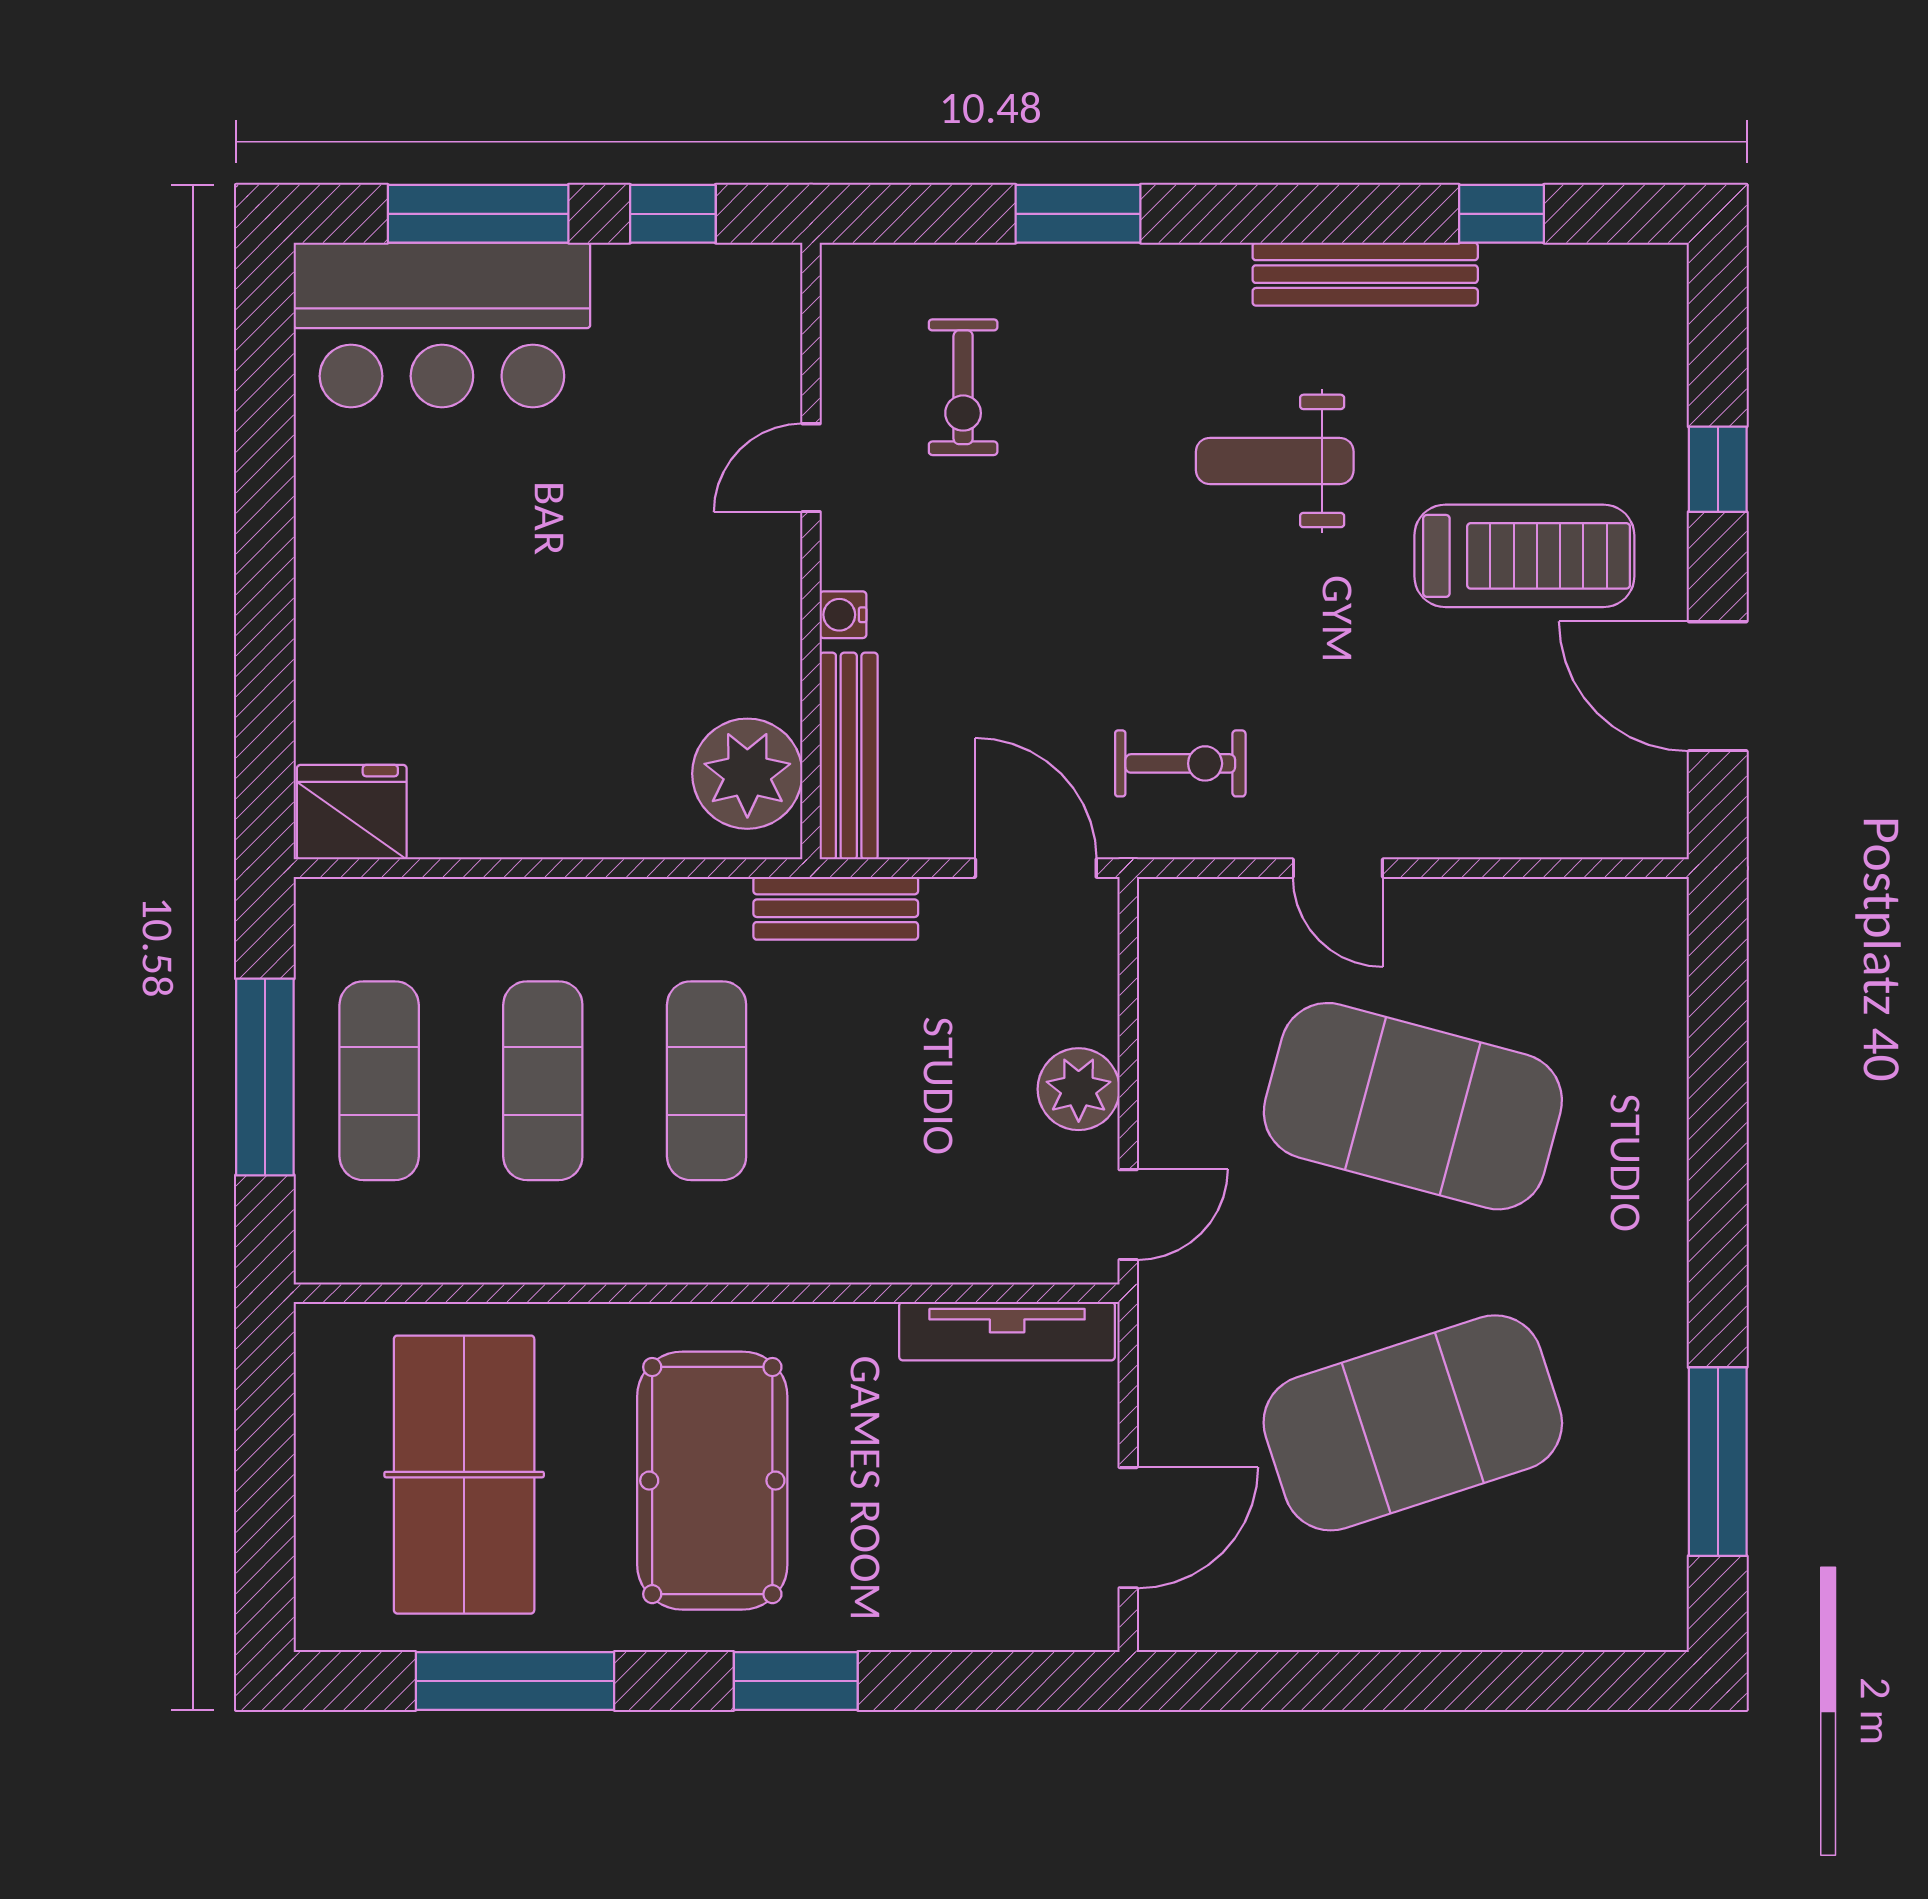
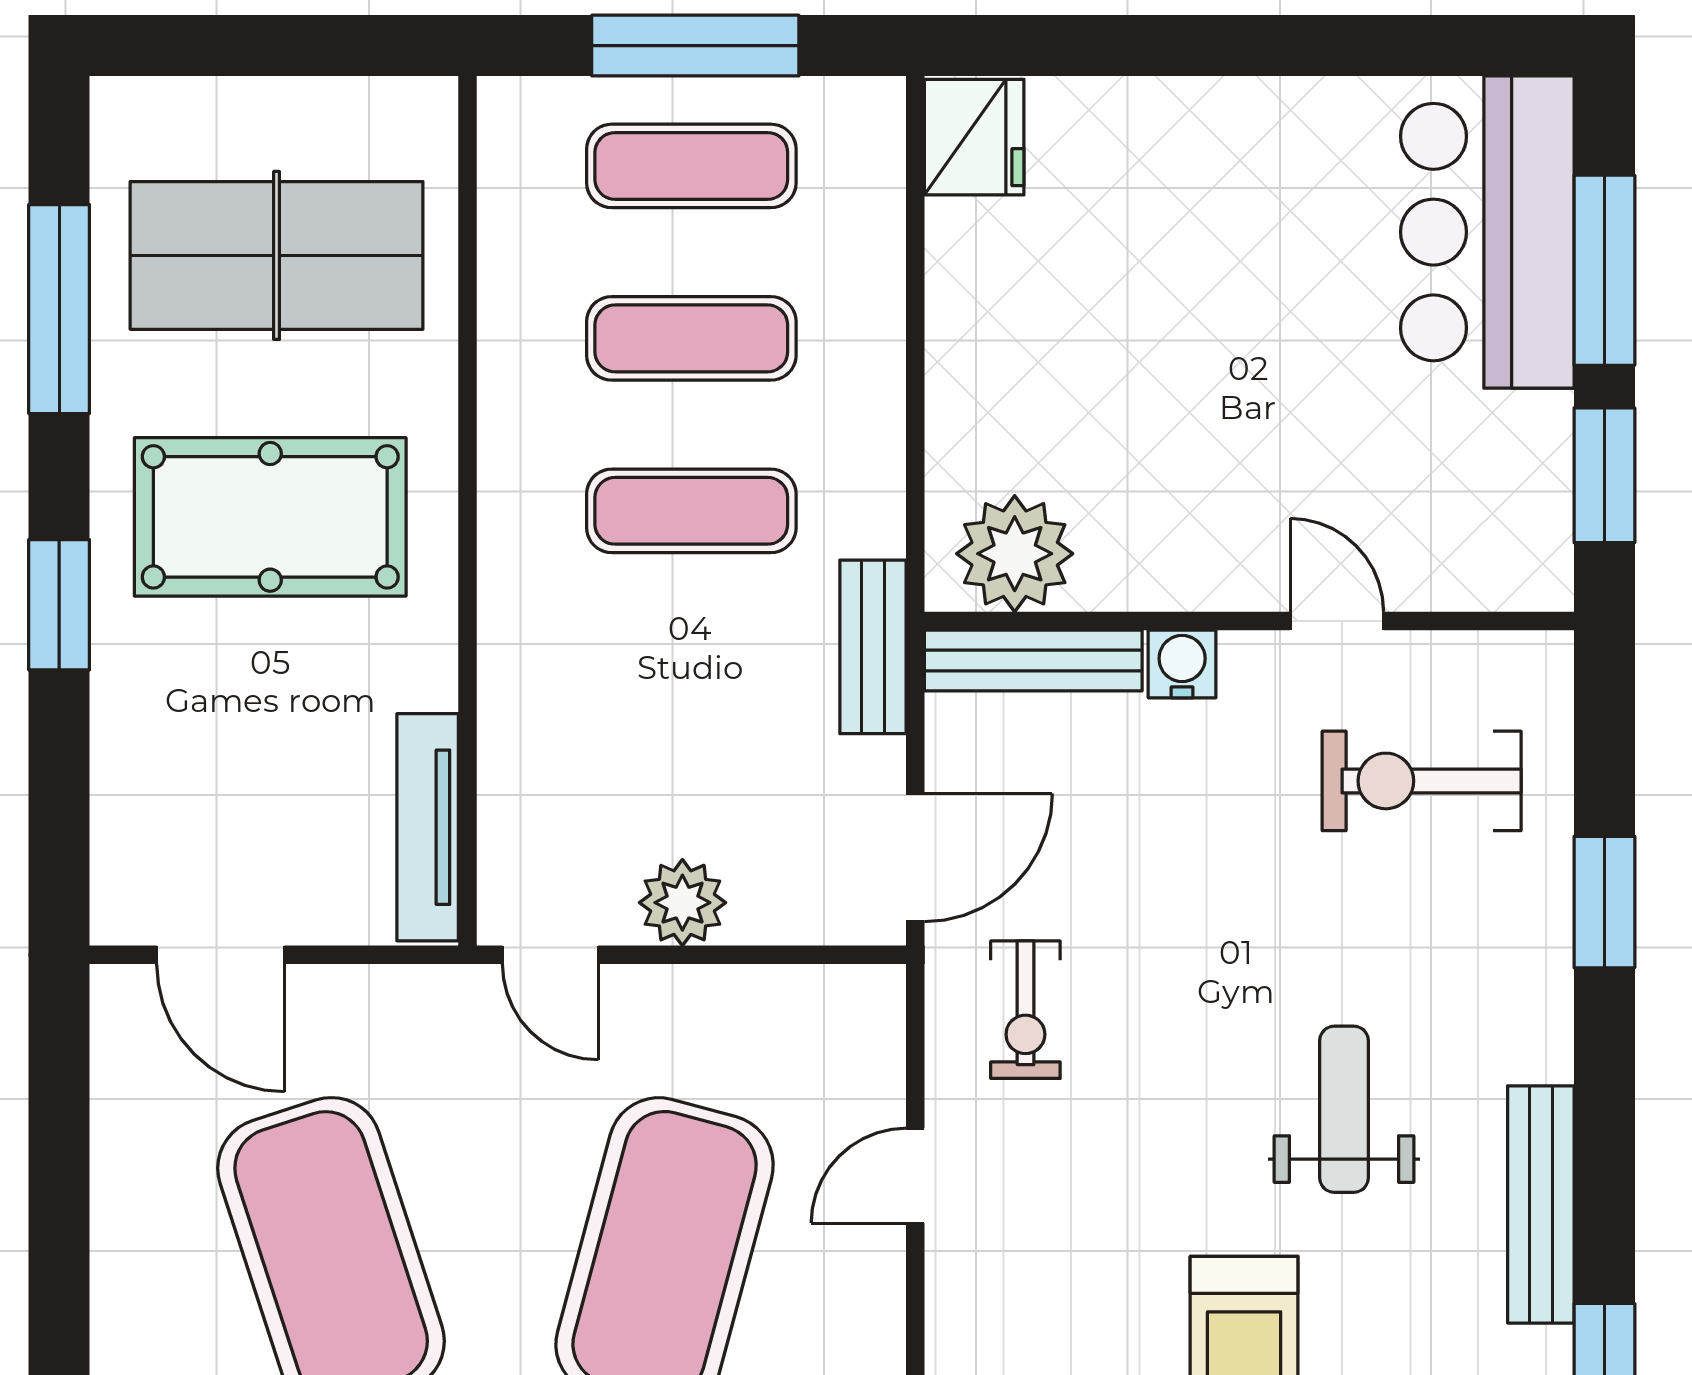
window: (673, 214) -> (1604, 475), width x1.50
exercise bike: (963, 387) -> (1422, 781), width x1.38, depth x1.39
water cooler: (843, 615) -> (1182, 664), width x1.38, depth x1.38

